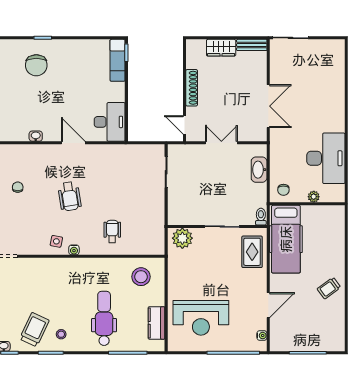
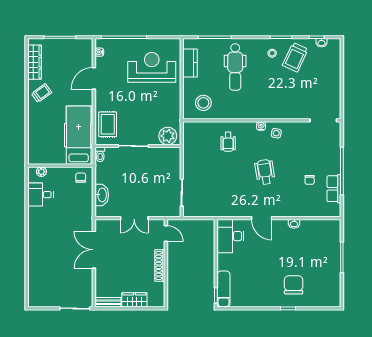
desk: (326, 158) -> (40, 195), width x0.53, depth x0.77
plant: (314, 197) -> (41, 172), moved
wardrobe: (337, 324) -> (35, 62), added

